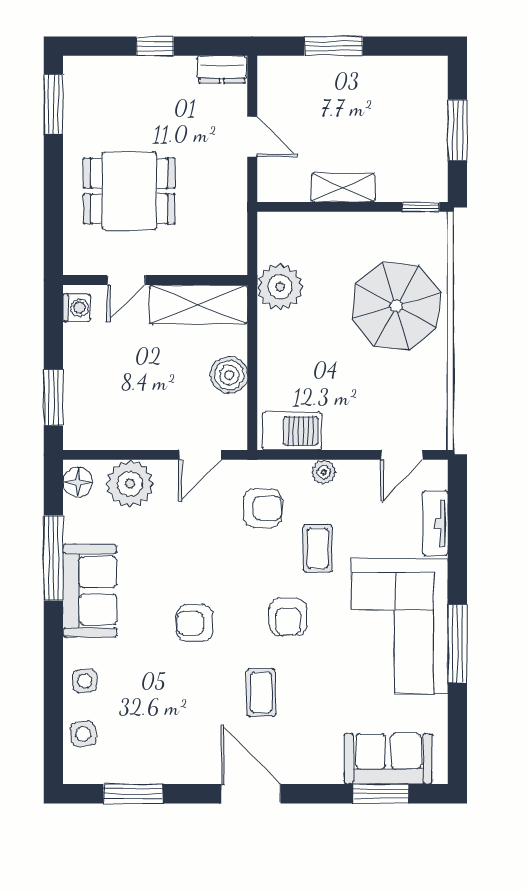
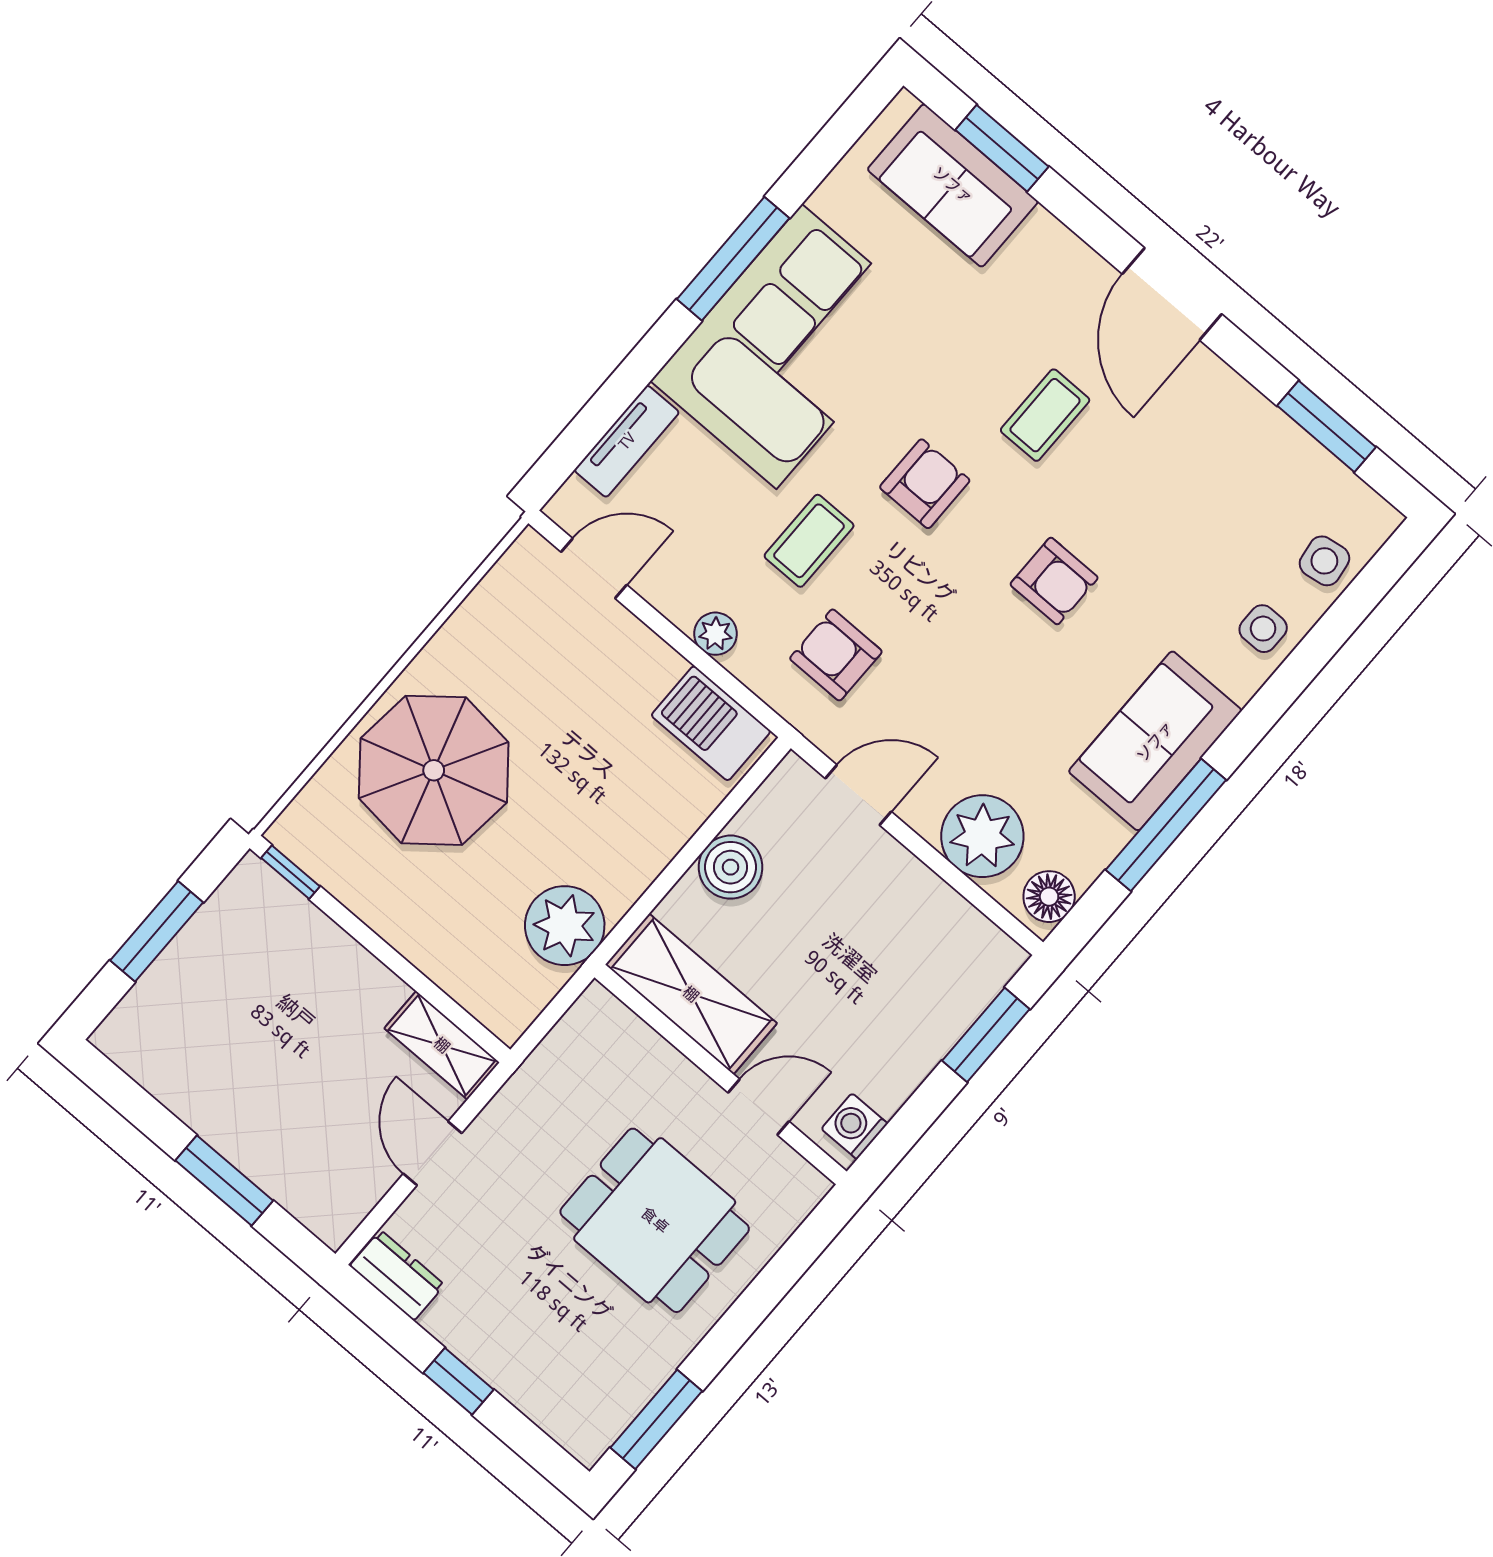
shelving: (343, 188) -> (442, 1045), moved

